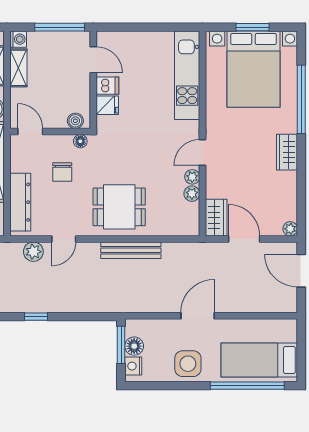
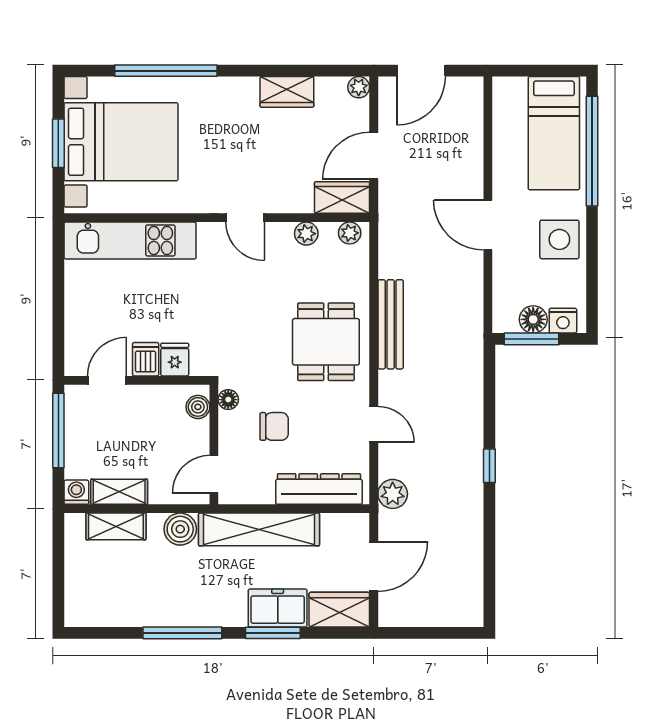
wardrobe: (287, 152) -> (287, 92), moved
plant: (192, 177) -> (350, 233), moved
plant: (33, 252) -> (393, 494), moved

